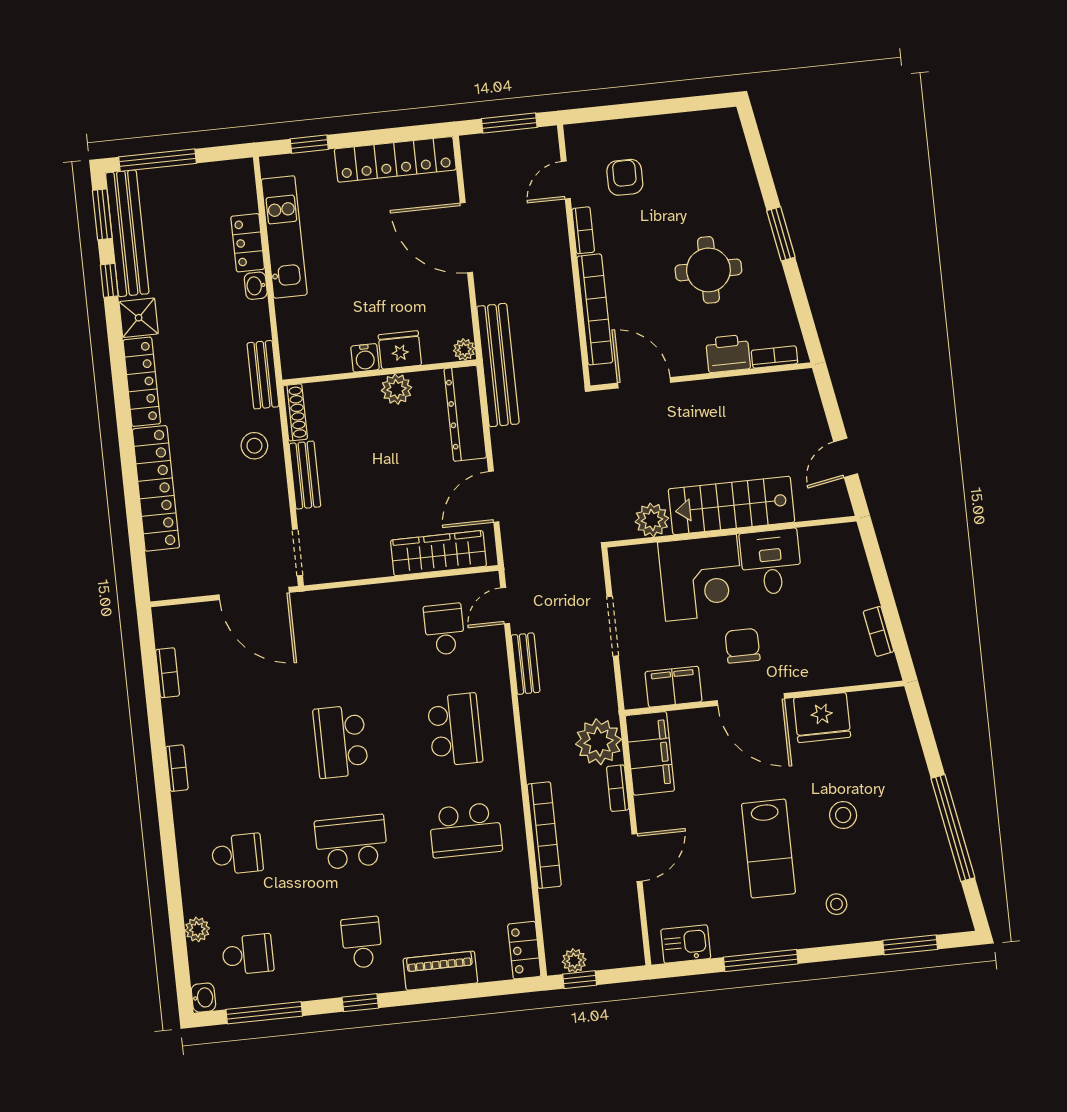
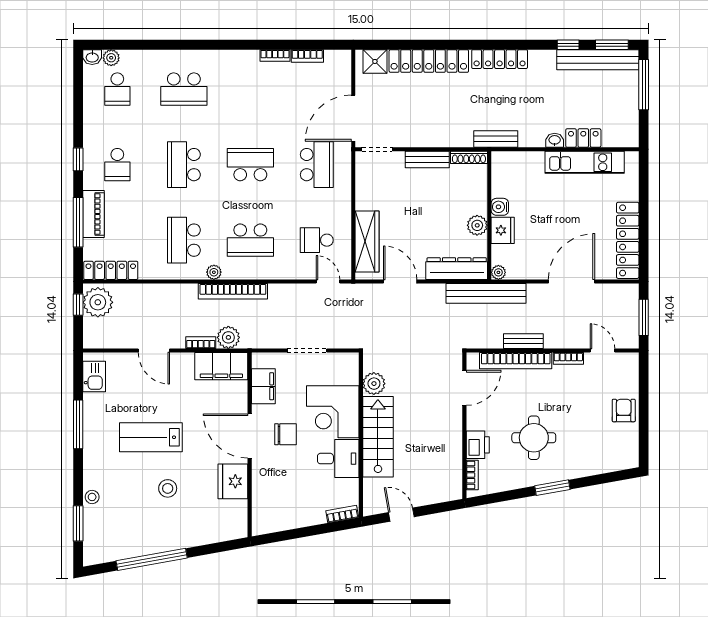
window: (309, 144) -> (644, 185), removed
armchair: (625, 177) -> (624, 410), moved, turned -90
shower: (139, 318) -> (375, 61), moved
stool: (254, 446) -> (450, 128), removed
school desk: (444, 629) -> (317, 240), turned 180
bookcase: (879, 631) -> (342, 514), moved
school desk: (330, 641) -> (317, 165), added
bench: (526, 664) -> (523, 341), moved
door: (751, 699) -> (250, 436), hinge flipped
plant: (599, 742) -> (228, 337), width x0.73, depth x0.73
bookcase: (177, 768) -> (275, 56), moved
plant: (509, 780) -> (214, 272), added
bookcase: (544, 835) -> (233, 291), moved
school desk: (351, 842) -> (184, 165), turned 180
school desk: (237, 854) -> (184, 89), width x1.85
stool: (836, 904) -> (92, 497), moved
plant: (197, 929) -> (111, 58), moved
school desk: (362, 942) -> (117, 165), turned 90
locker: (524, 950) -> (111, 270), width x1.53
plant: (574, 961) -> (98, 302), width x1.88, depth x1.88
window: (264, 1013) -> (78, 222), moved

